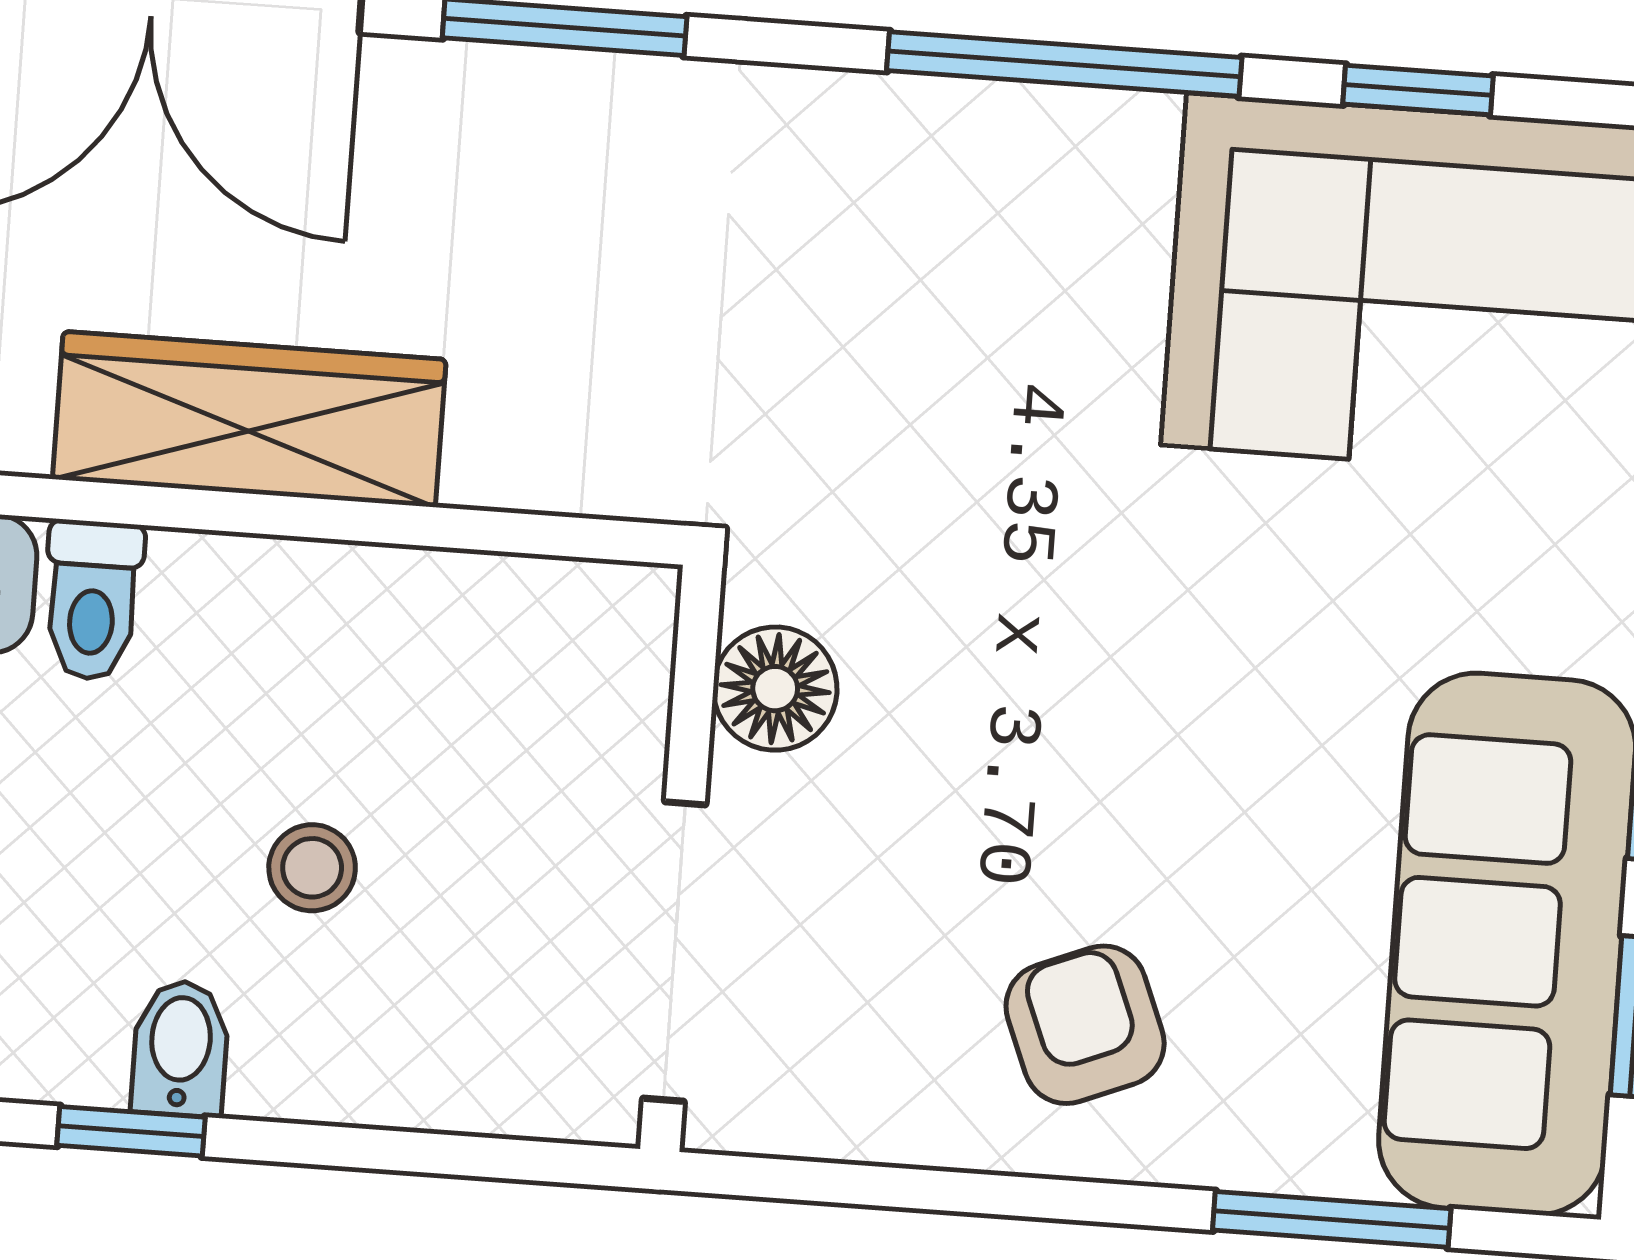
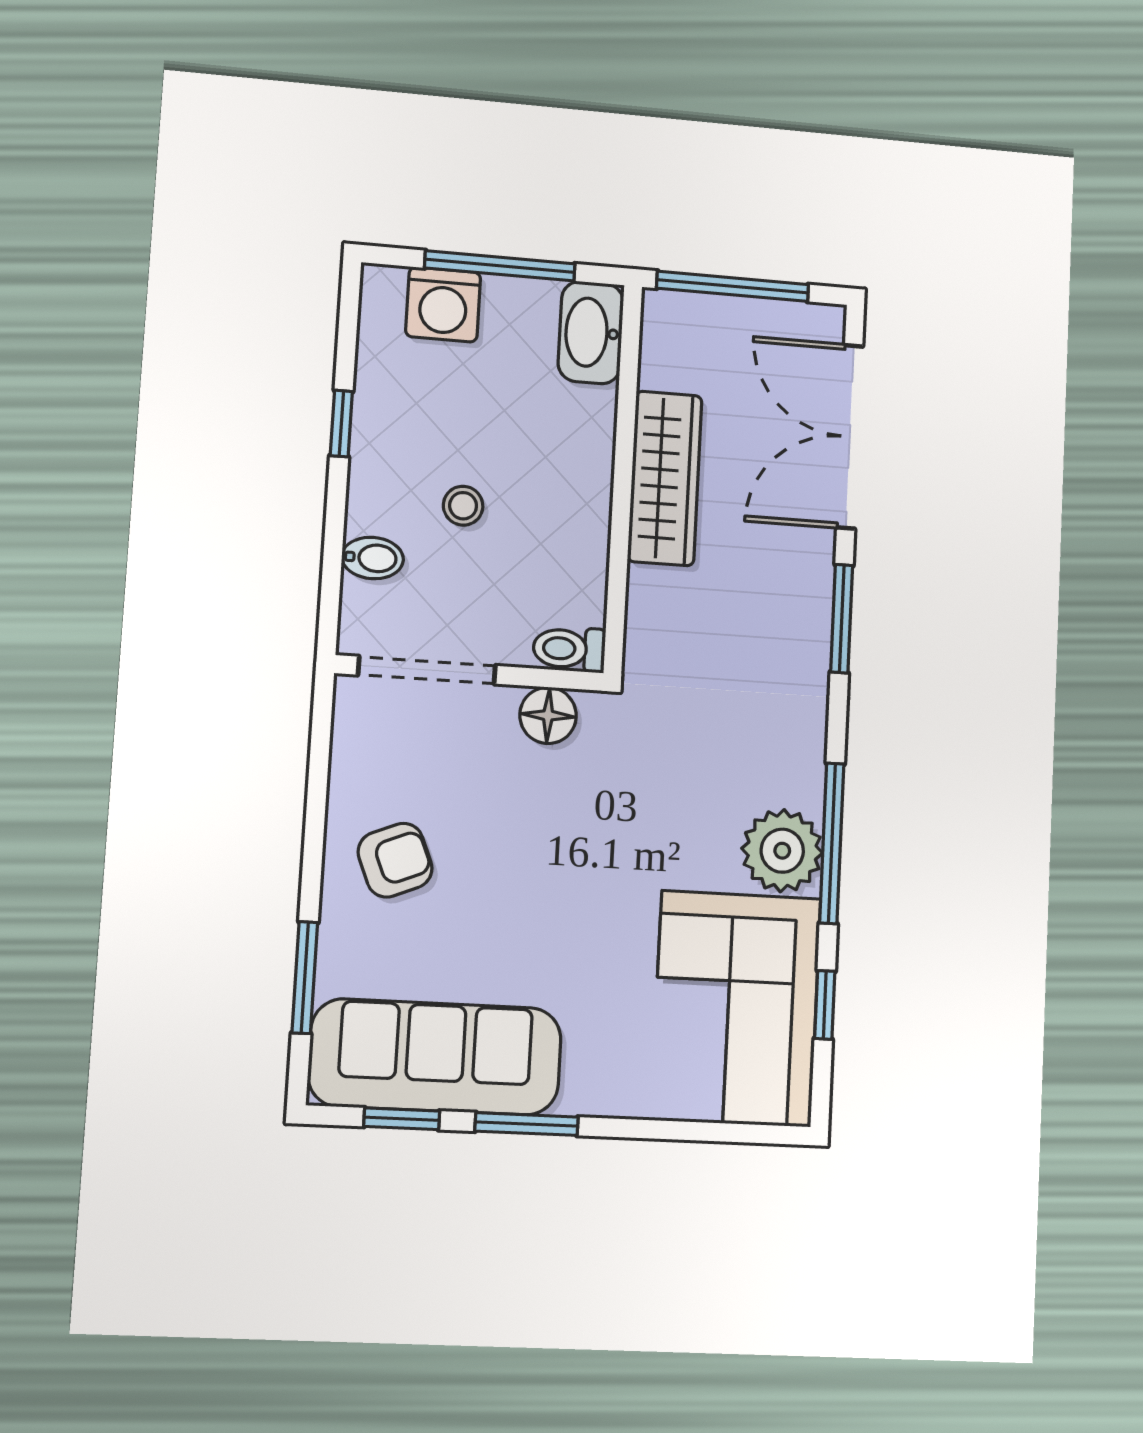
plant: (1079, 176) -> (782, 851), added
toilet: (93, 600) -> (569, 649), moved
bidet: (180, 1048) -> (373, 558), moved

